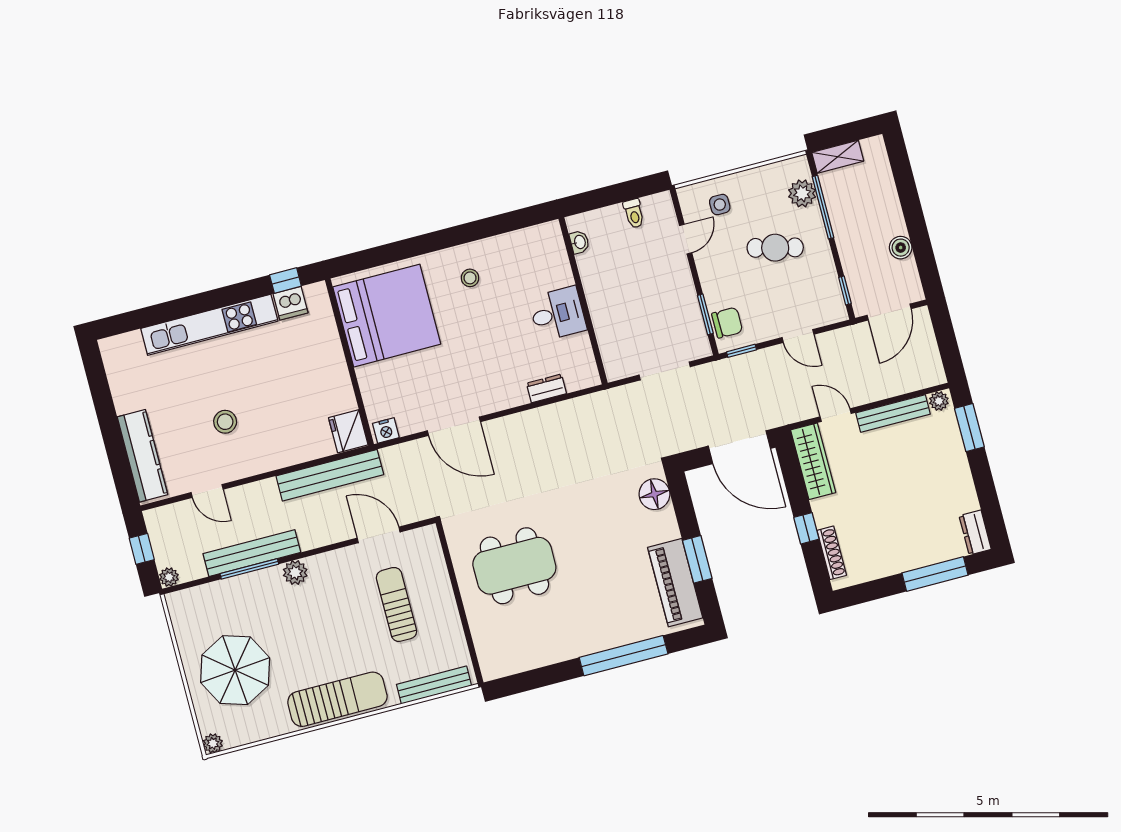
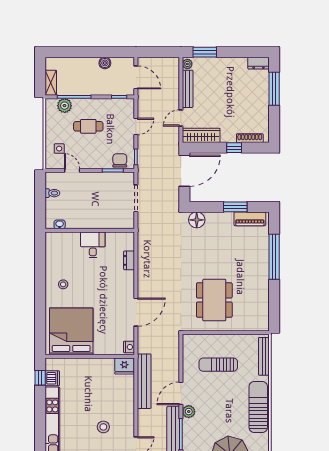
cafe table: (775, 248) -> (88, 126), turned 76
door: (379, 535) -> (181, 393), moved
piano: (675, 583) -> (250, 219), width x0.73, depth x0.75

